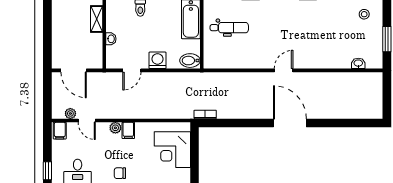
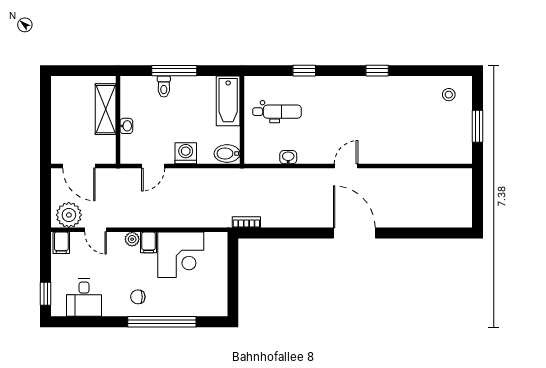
shelving: (97, 19) -> (106, 109), width x1.50, depth x1.33
washbasin: (358, 63) -> (288, 157), moved
plant: (70, 113) -> (69, 215), width x1.88, depth x1.88
corner desk: (172, 150) -> (181, 255), moved, turned -90

